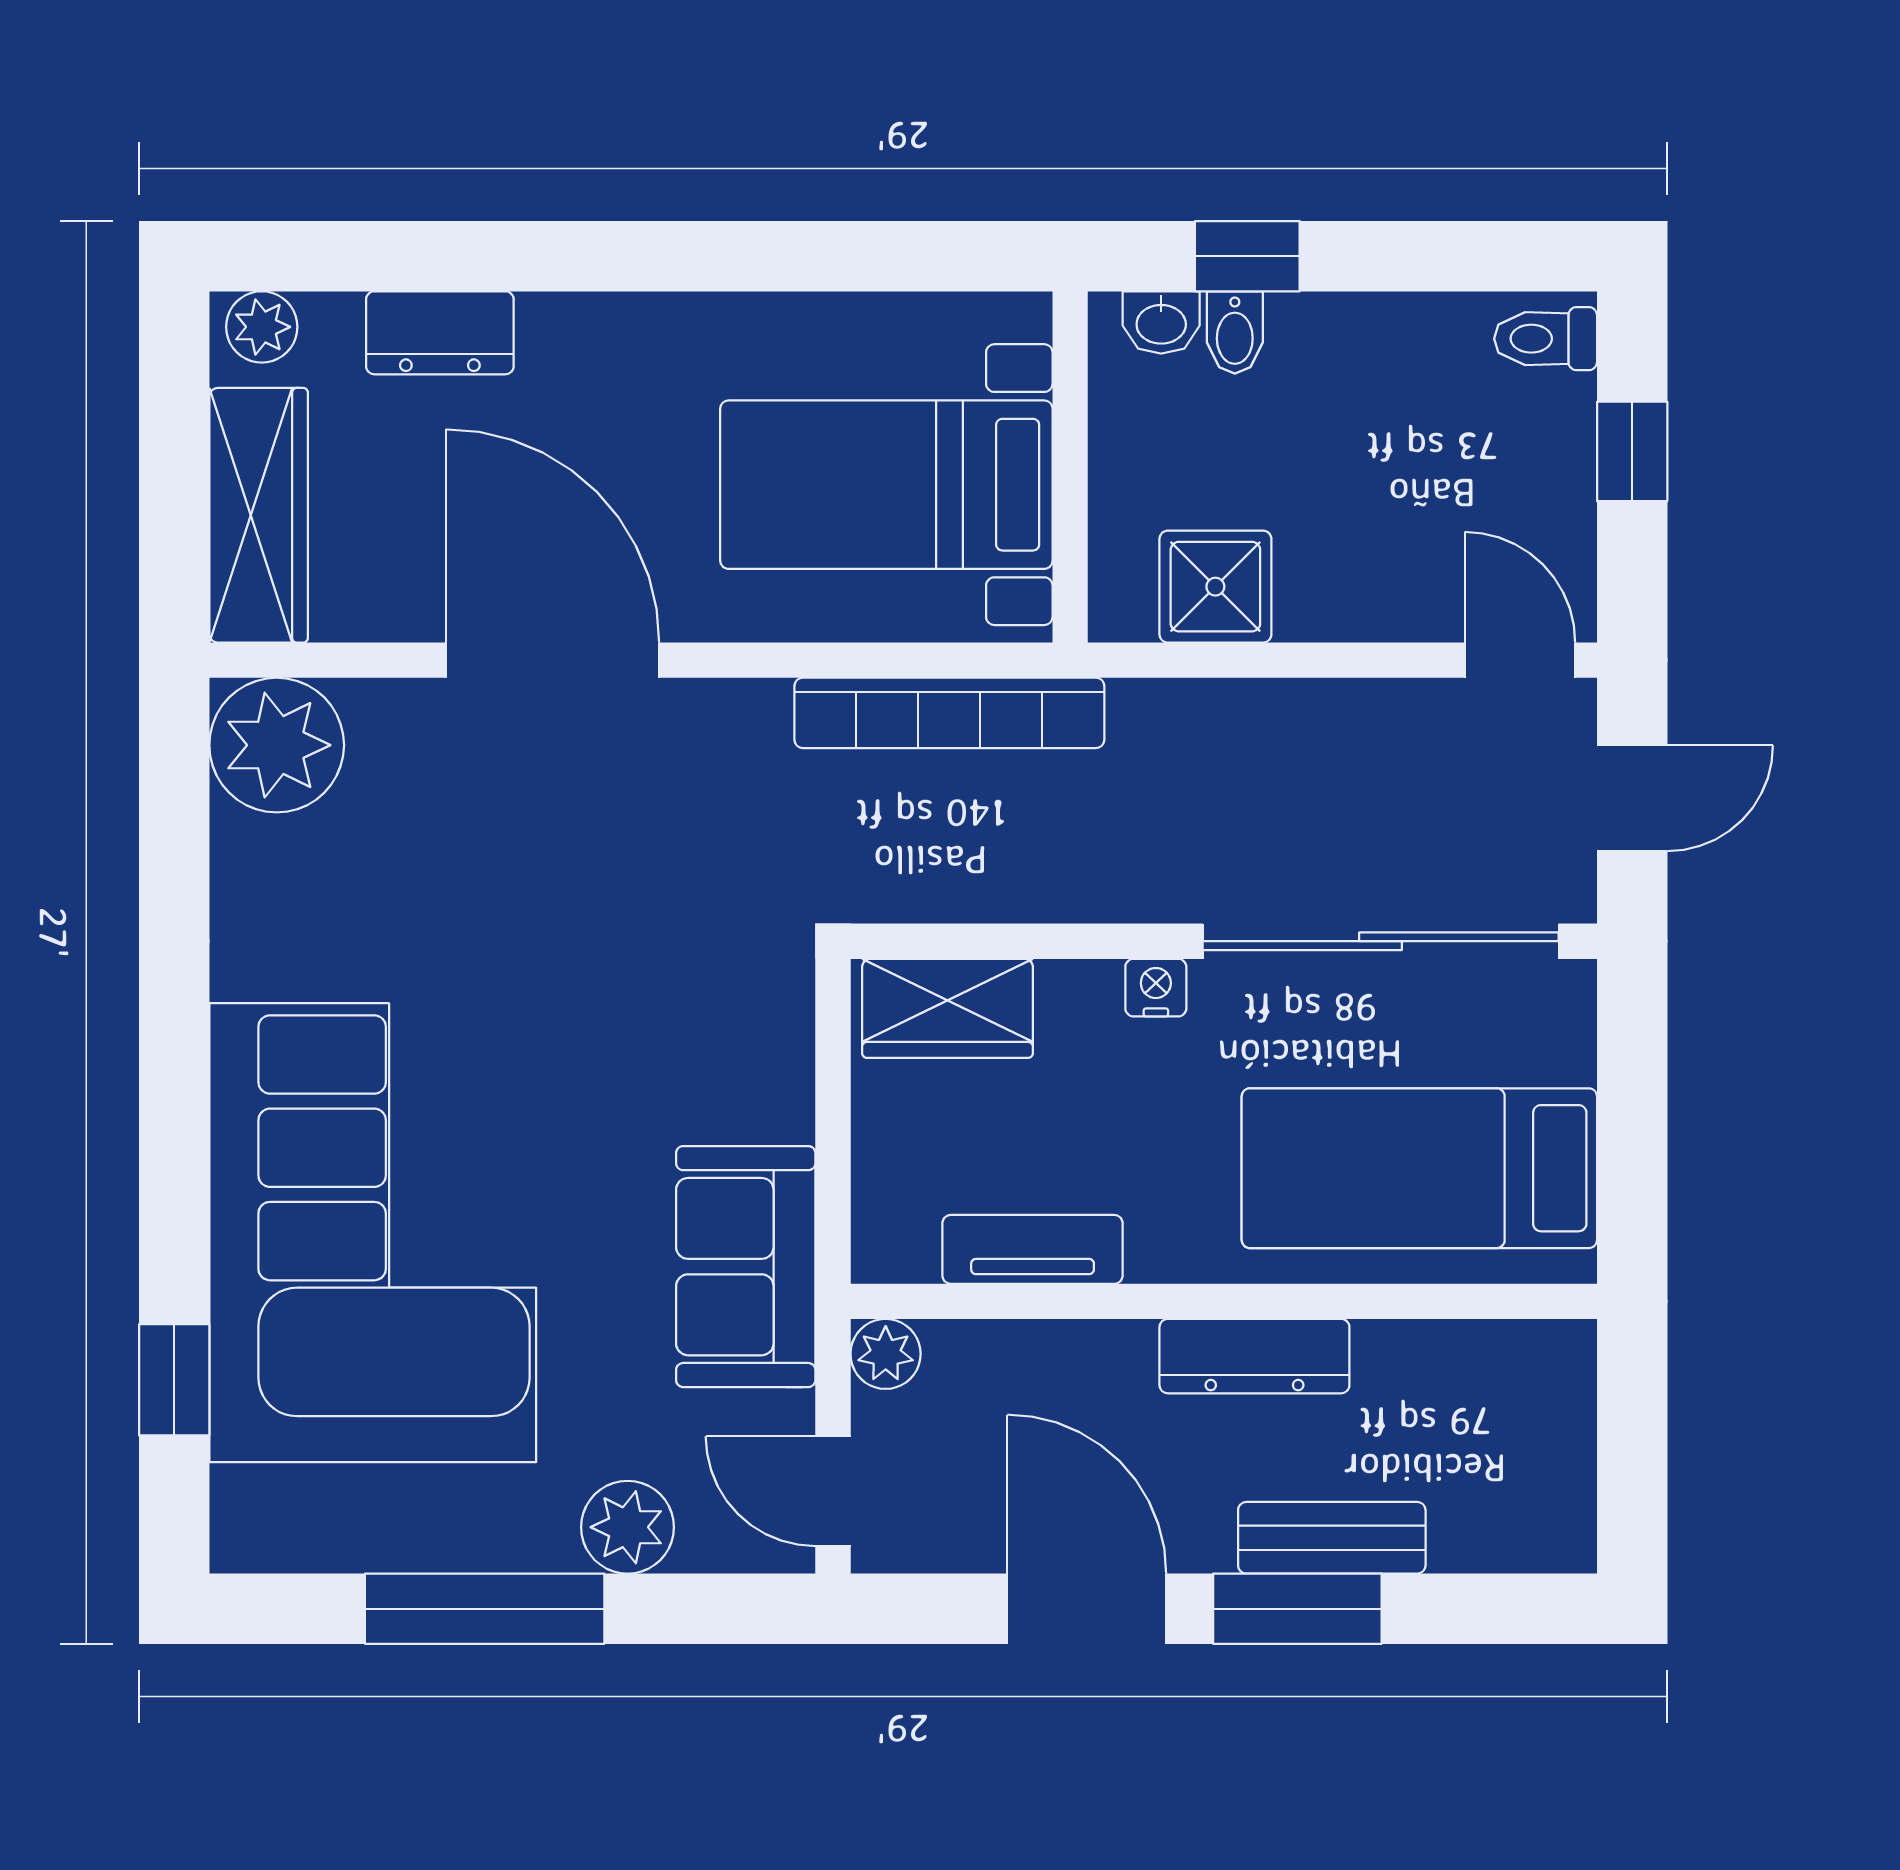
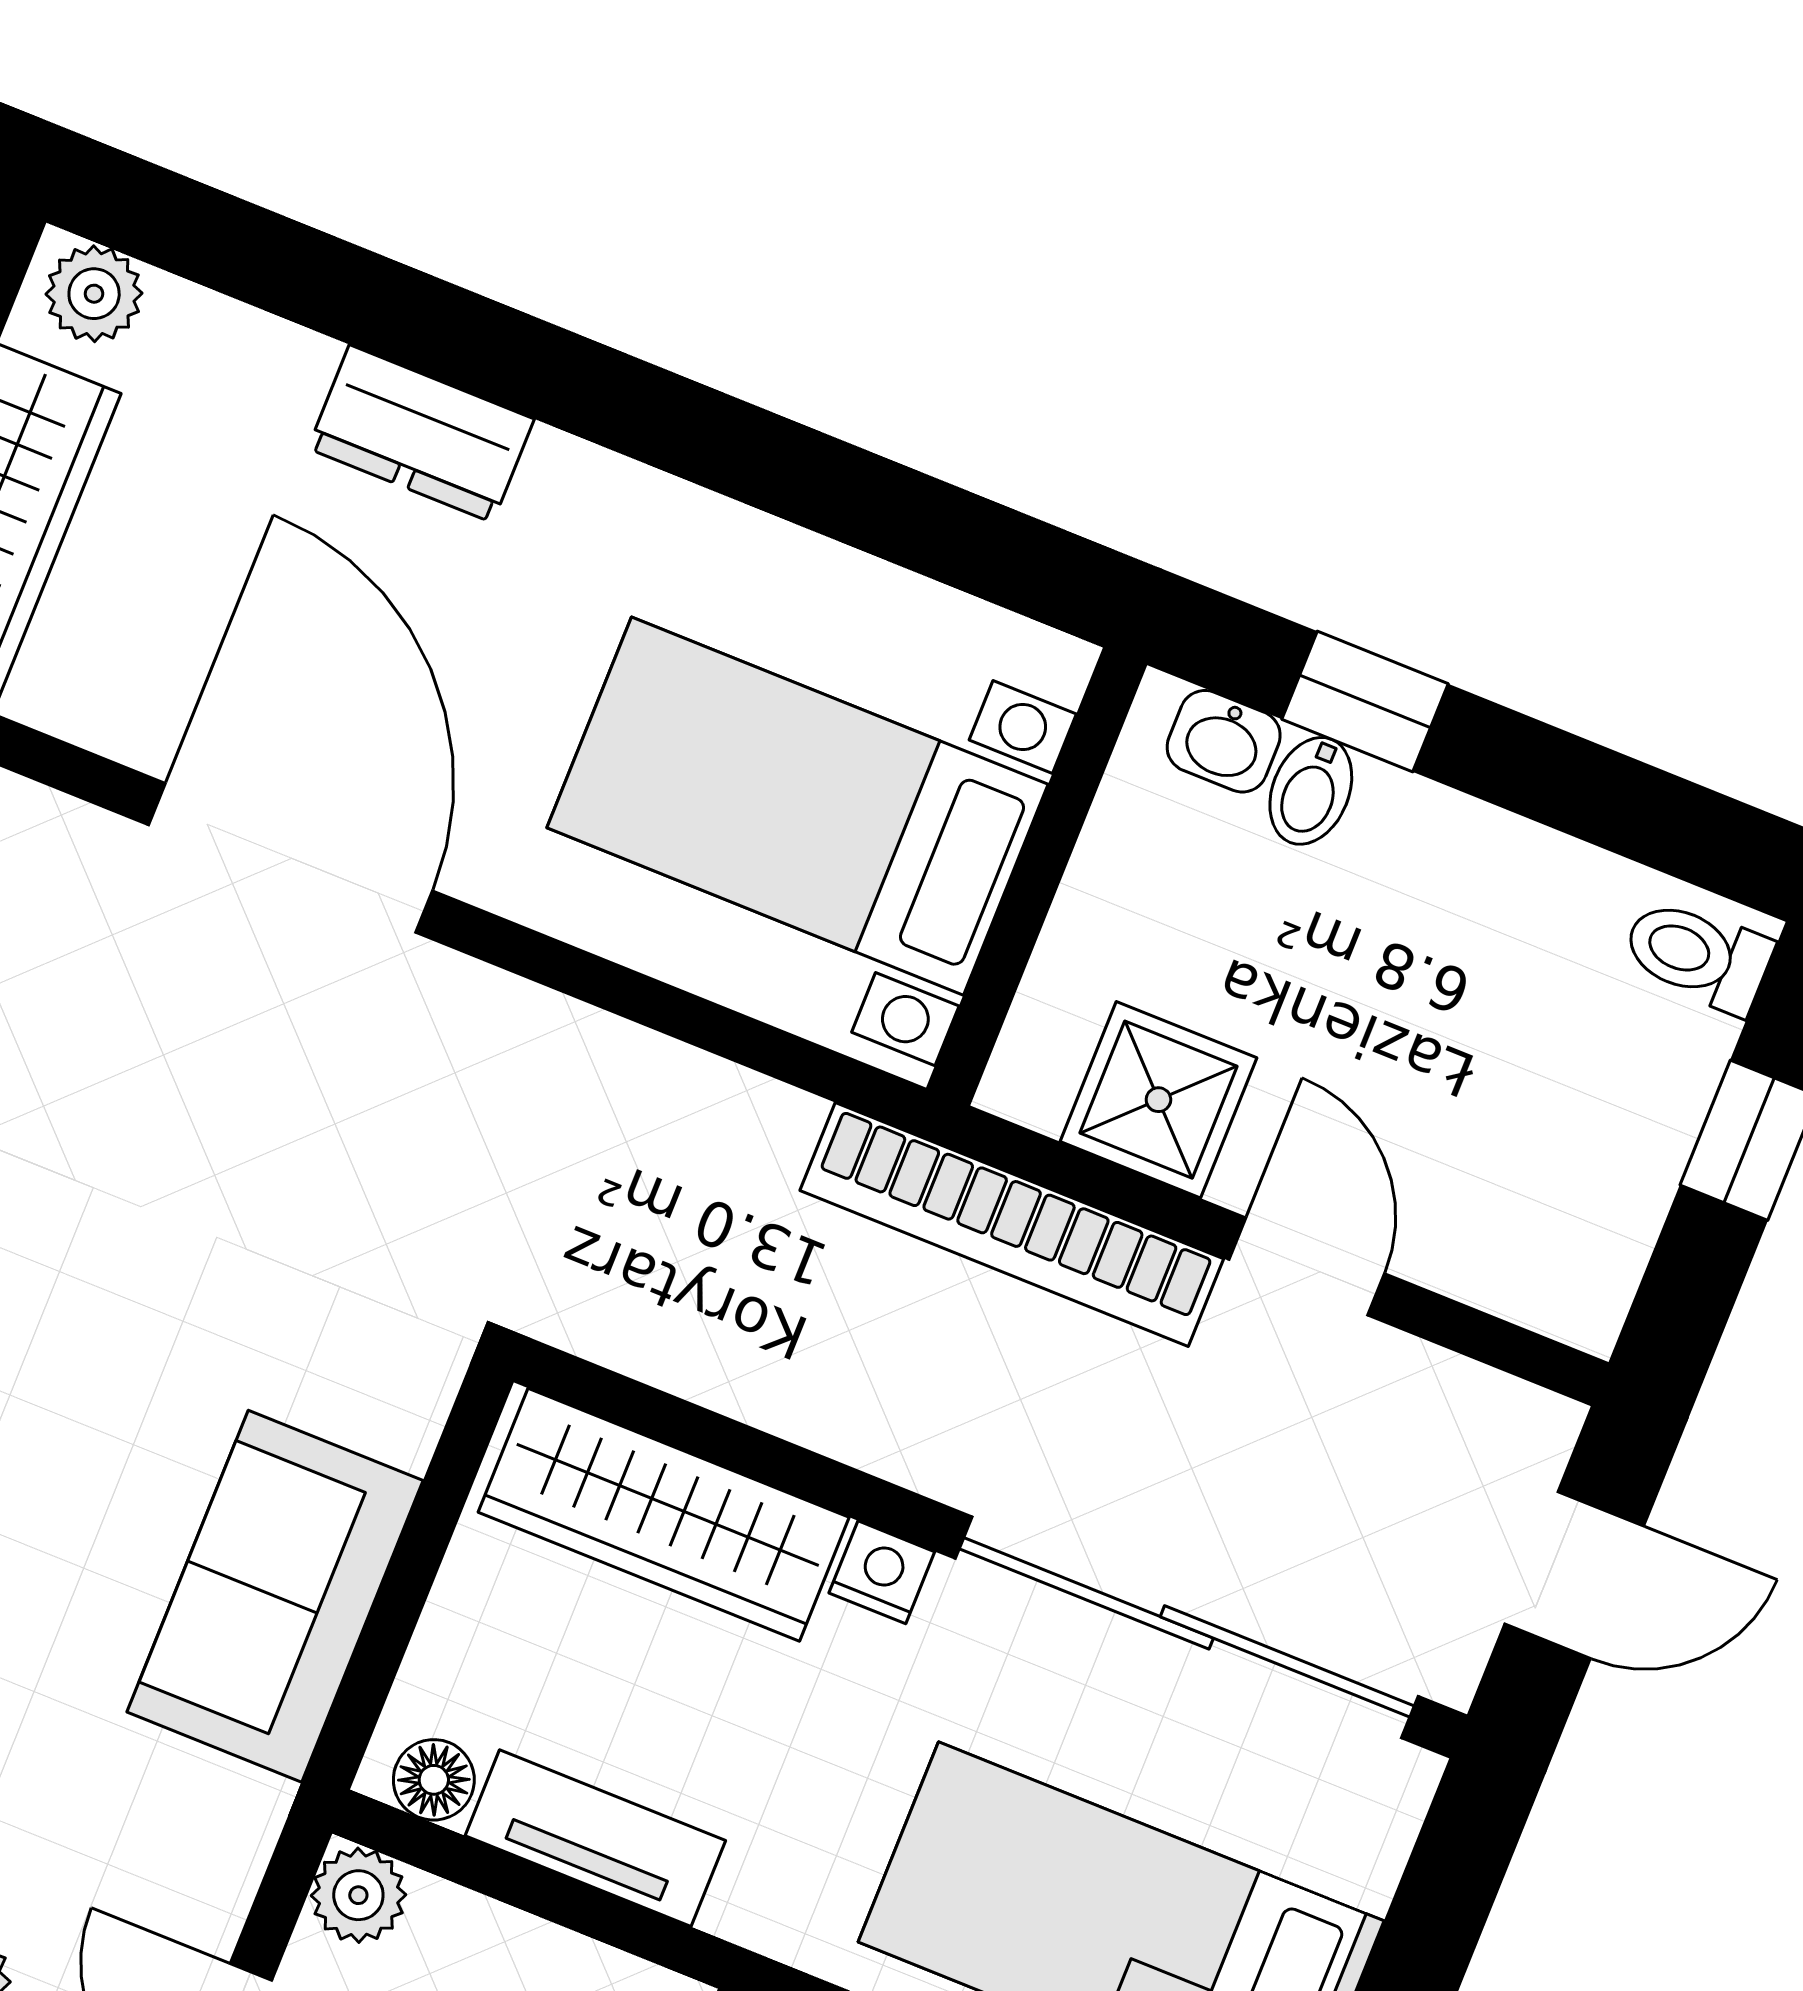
dresser: (440, 333) -> (421, 434), moved
door: (1520, 660) -> (1307, 1266), moved
bookcase: (949, 713) -> (1012, 1225), moved
wardrobe: (948, 1008) -> (664, 1515), width x1.50
floor lamp: (905, 1254) -> (434, 1780), added
sofa: (746, 1267) -> (275, 1596), moved

